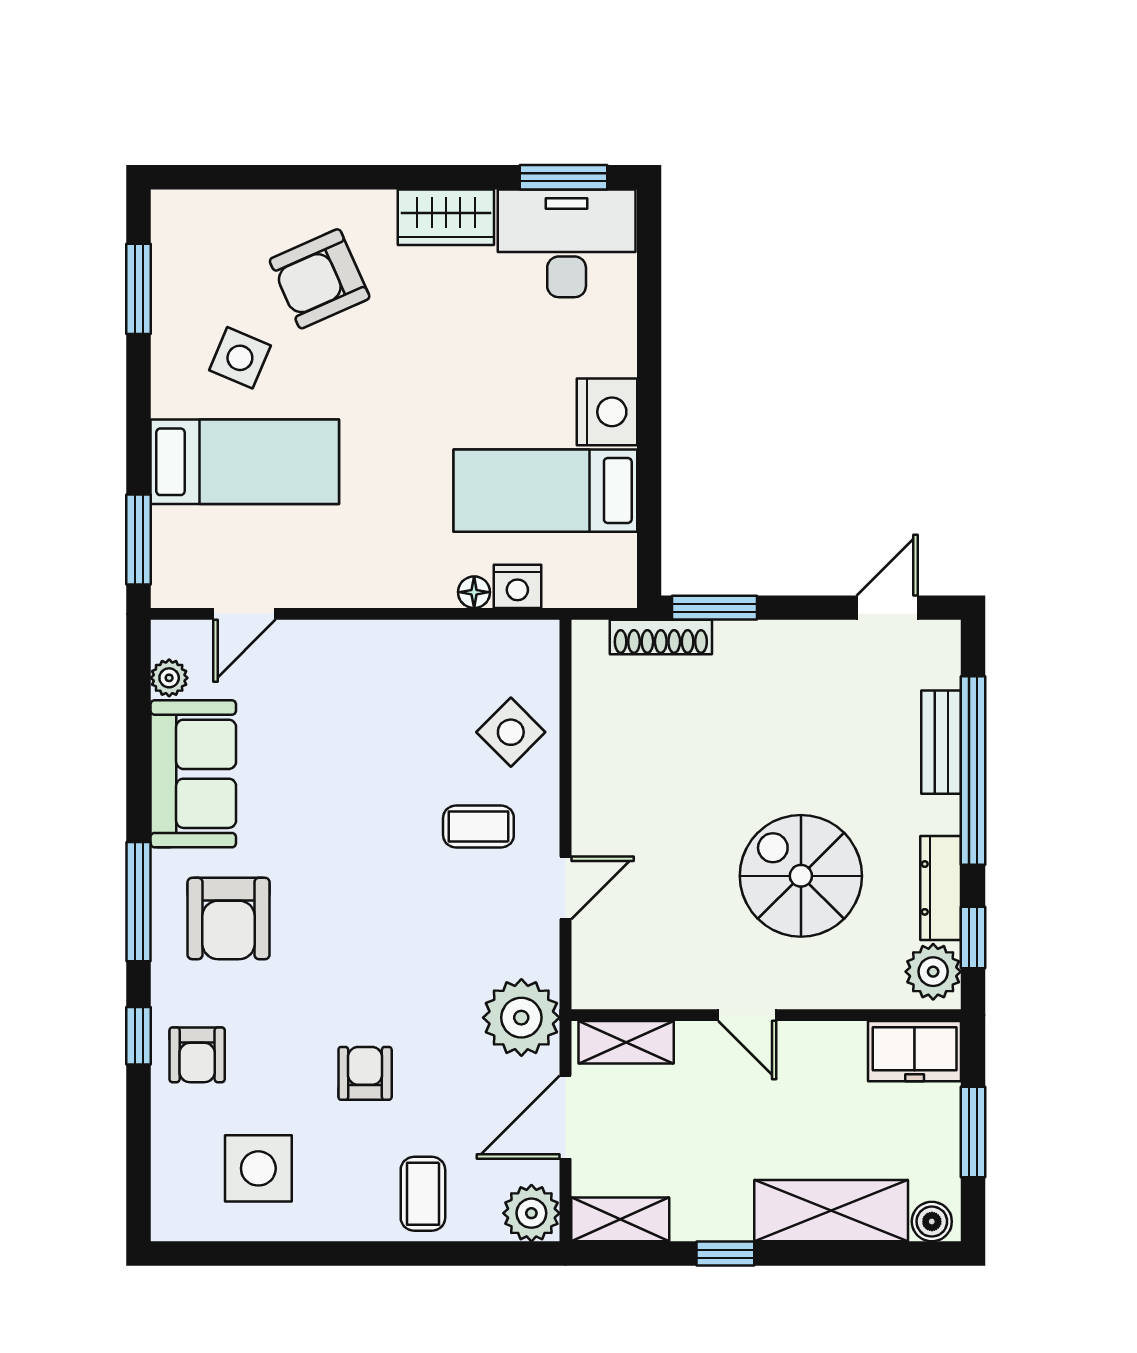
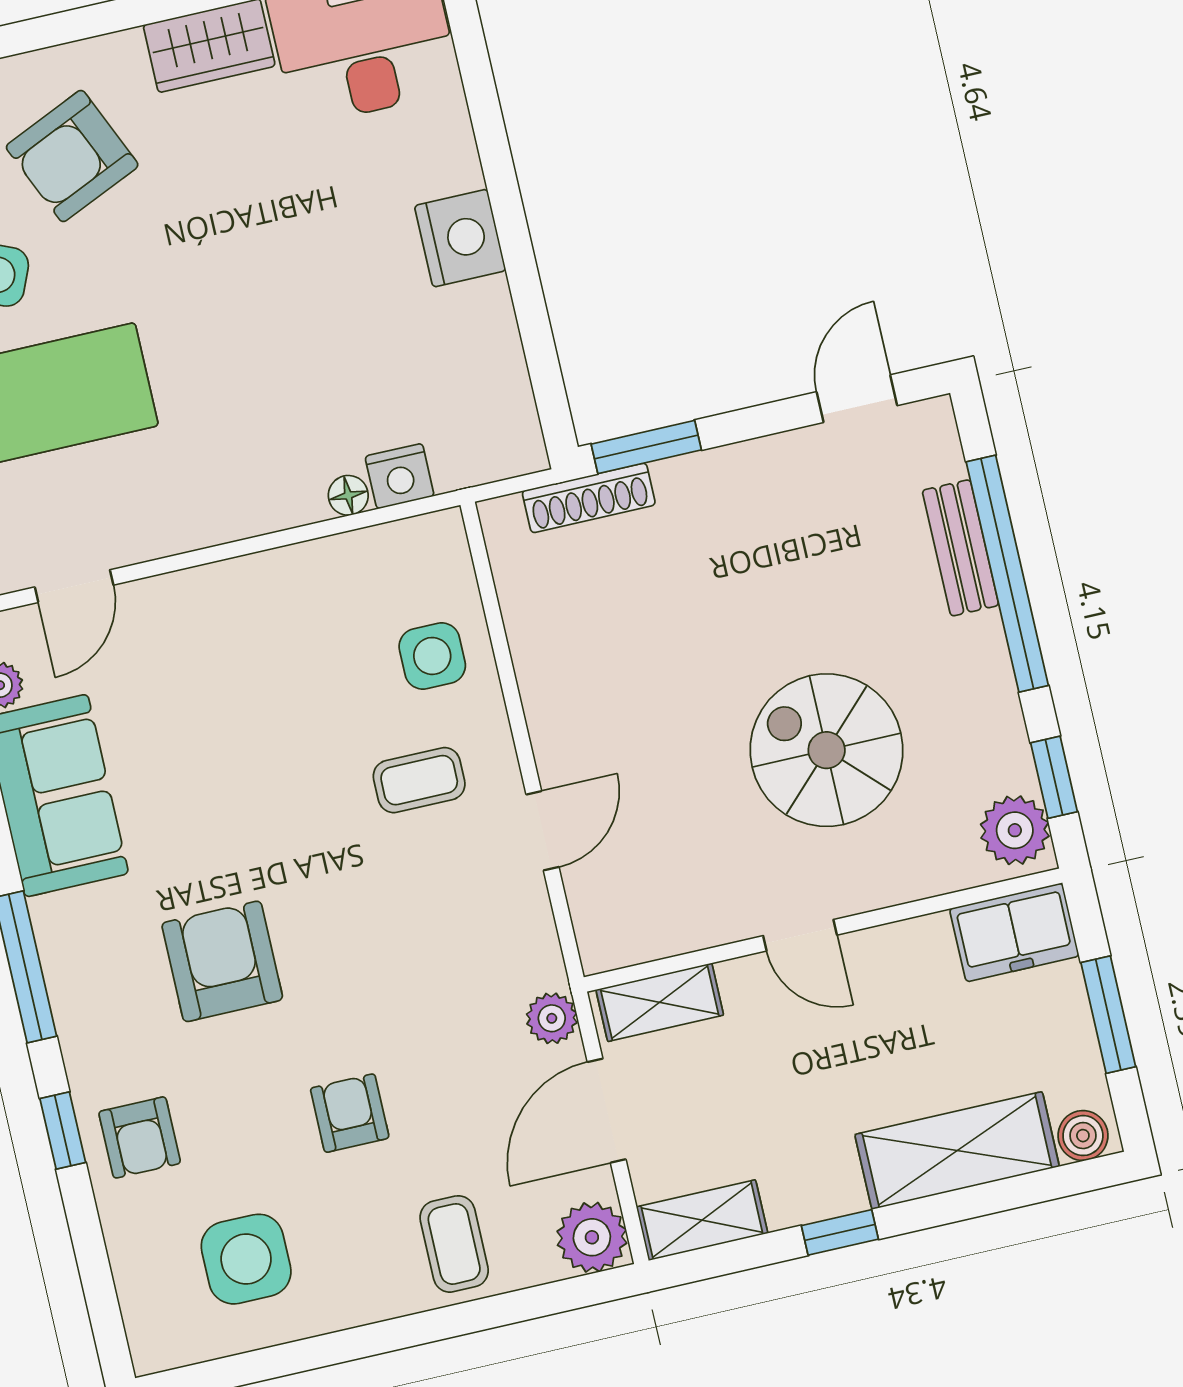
bed: (545, 491) -> (407, 351), removed
side table: (511, 732) -> (432, 656), turned 45
dresser: (941, 888) -> (1000, 726), removed
armchair: (229, 918) -> (222, 961), moved, turned 180
plant: (521, 1018) -> (552, 1018), width x0.53, depth x0.53

